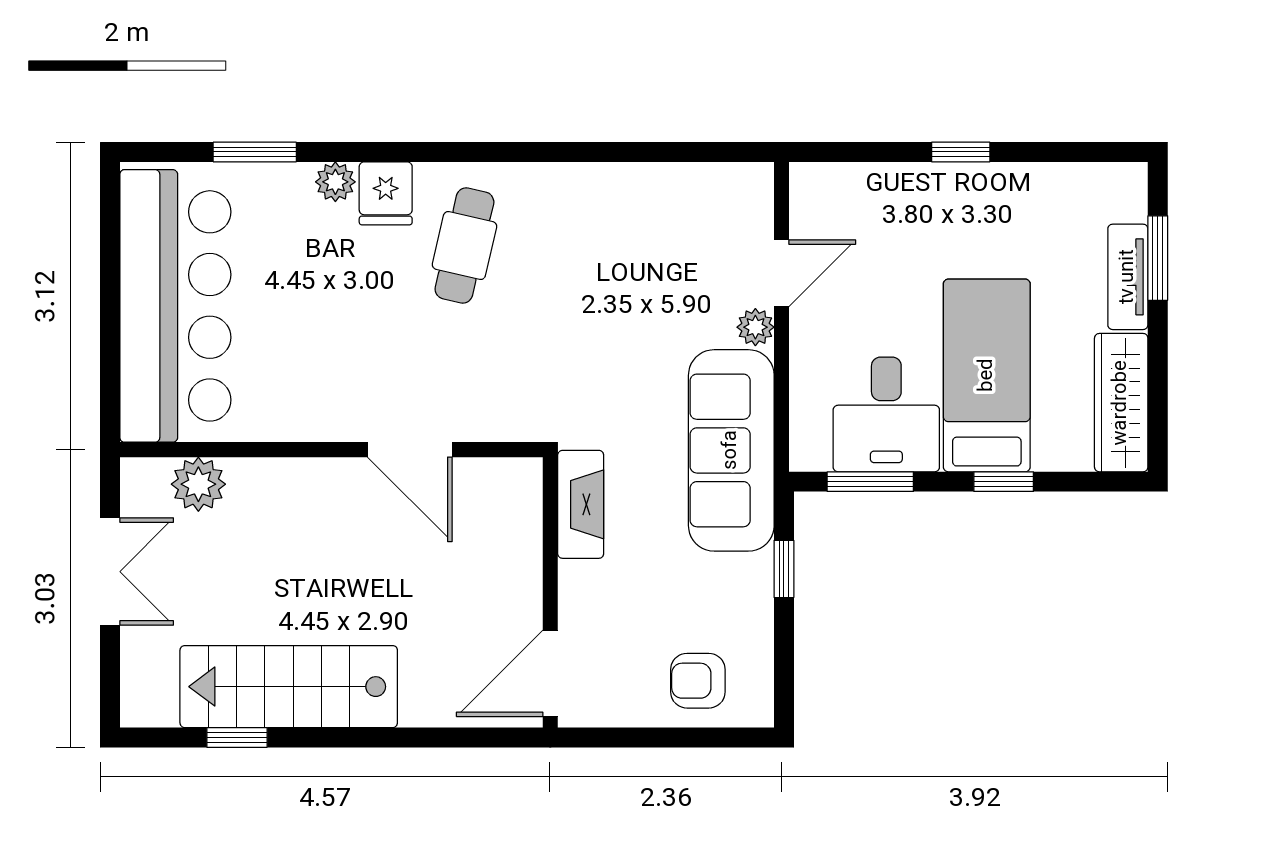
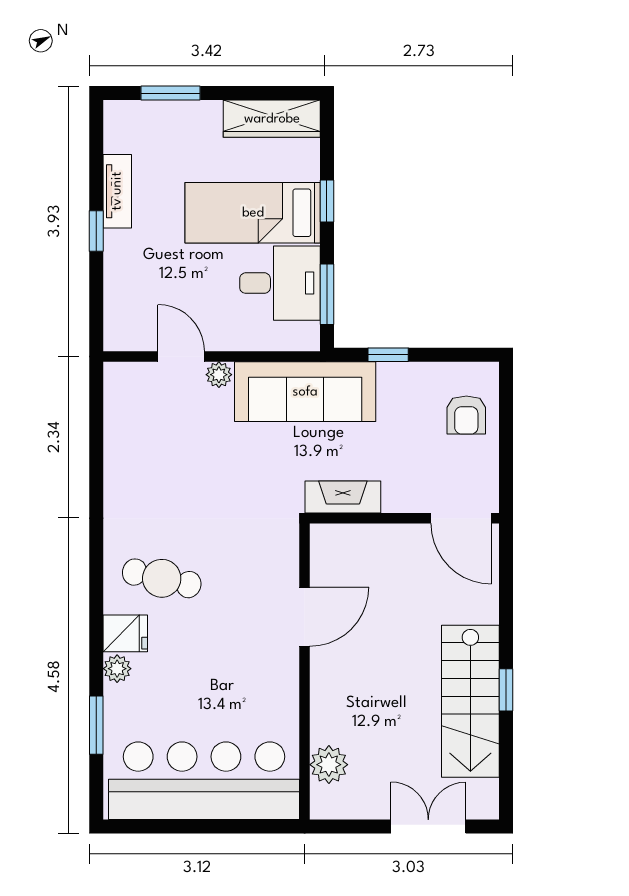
tv unit: (1128, 277) -> (117, 191), moved, turned -90
double door: (110, 572) -> (428, 826), moved
window: (237, 737) -> (506, 690), moved

